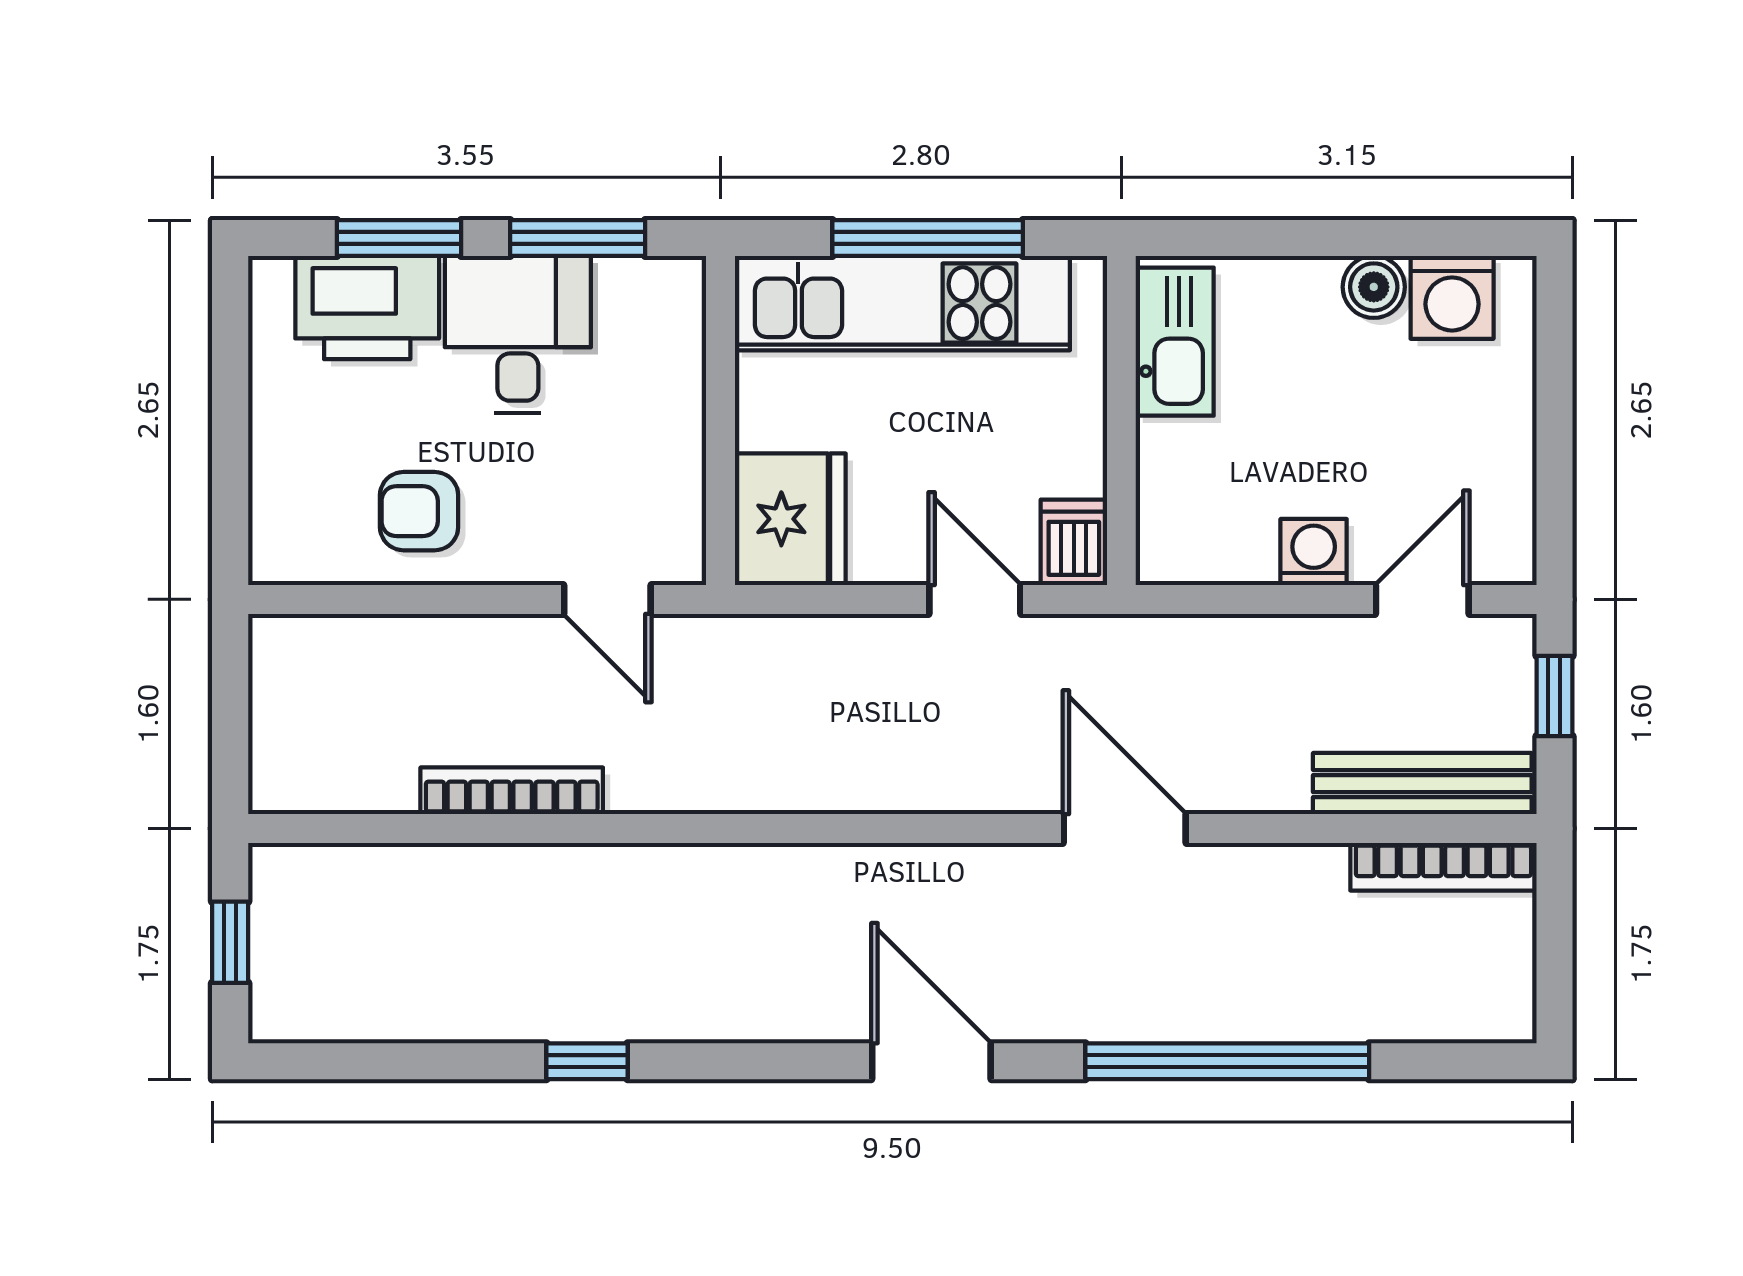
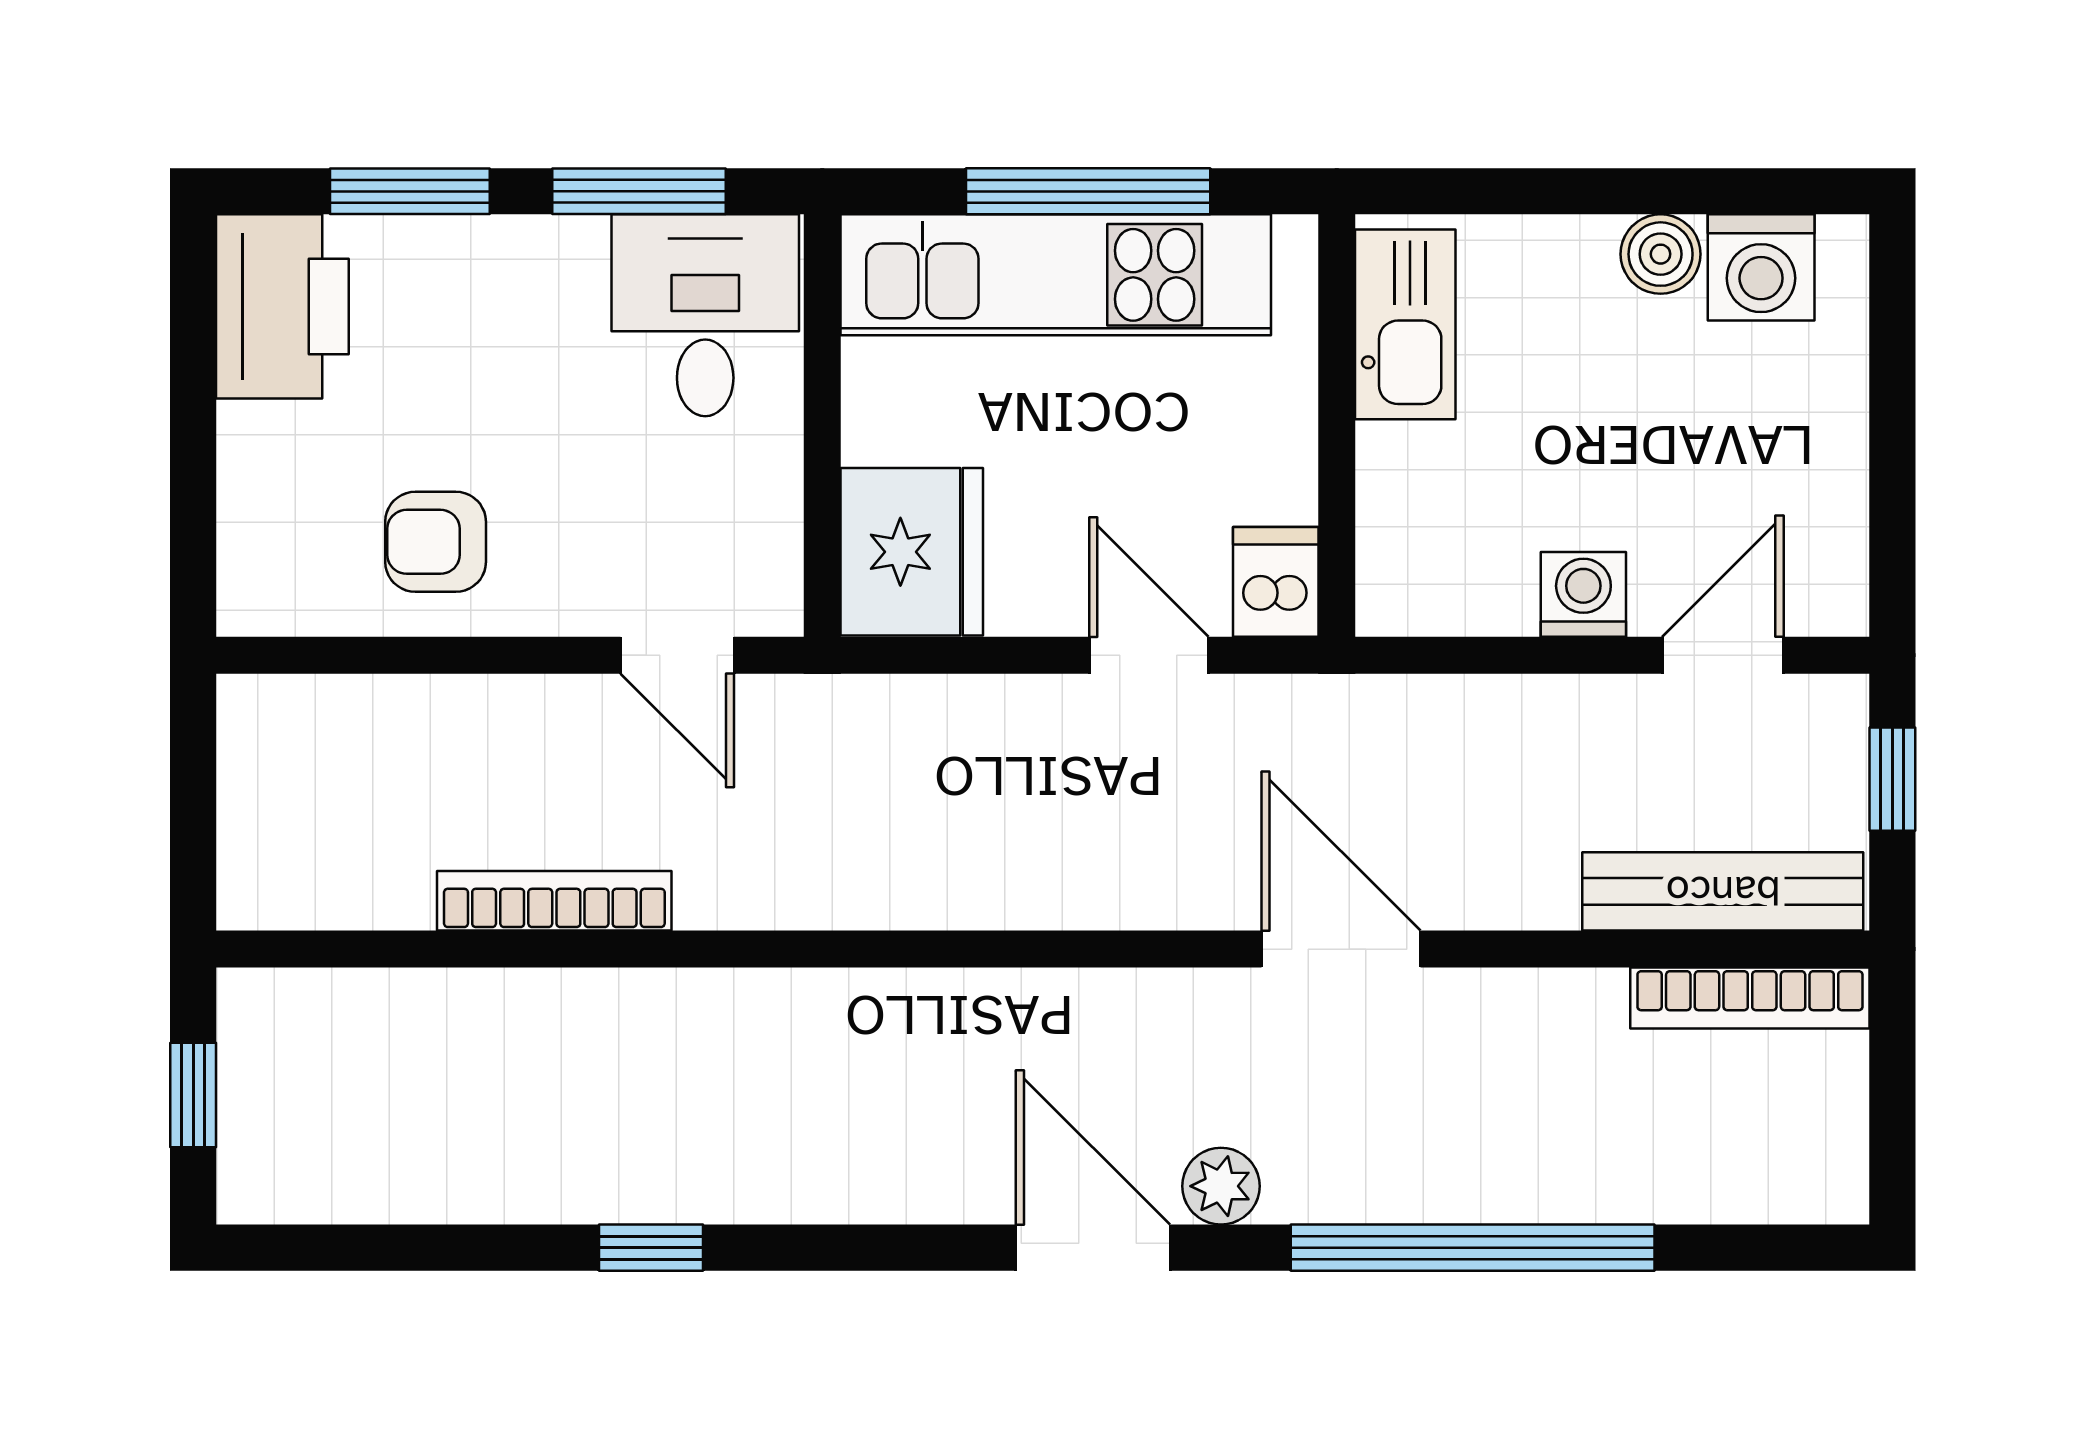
printer: (367, 308) -> (282, 306), moved, turned -90
desk: (518, 335) -> (705, 315), moved
plant: (1031, 1013) -> (1221, 1186), added

